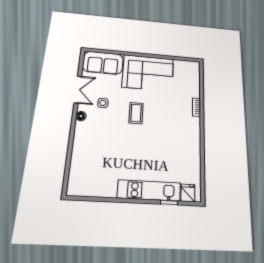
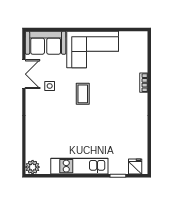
floor lamp: (81, 116) -> (30, 101), removed
plant: (75, 188) -> (33, 167), added
kitchen unit: (149, 190) -> (79, 166), moved

